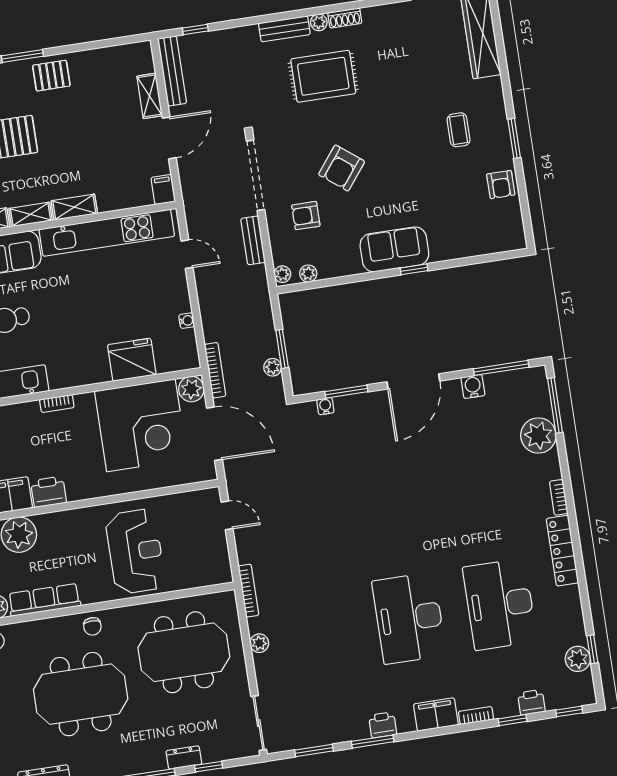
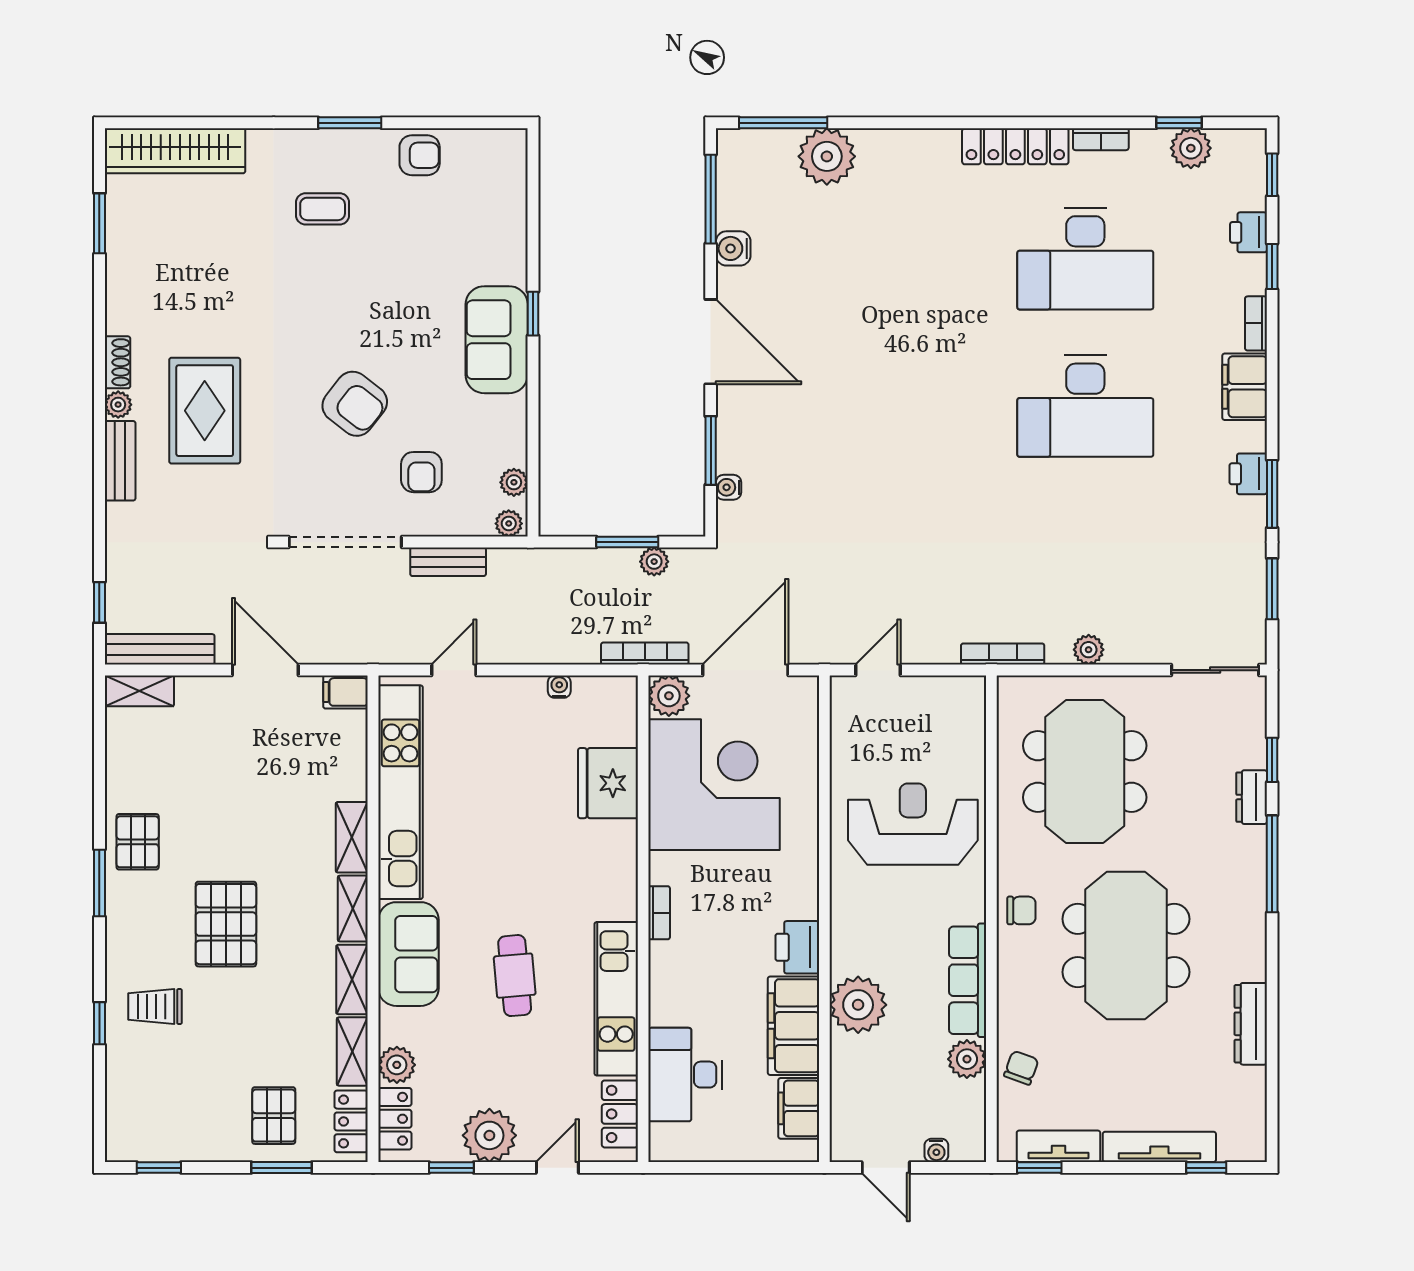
shelving: (150, 96) -> (139, 691), moved
bookcase: (559, 497) -> (1101, 139), moved

